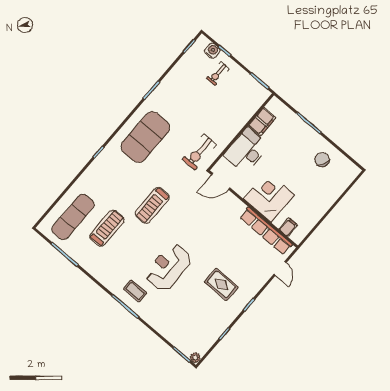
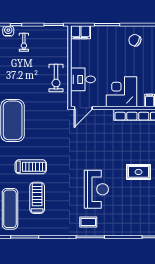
filing cabinet: (262, 122) -> (80, 32), moved, turned 90
desk: (246, 151) -> (83, 79), width x0.73
exercise bike: (199, 152) -> (56, 78), moved
treadmill: (152, 205) -> (31, 167), moved, turned -90
reception desk: (169, 267) -> (96, 189), turned 180

